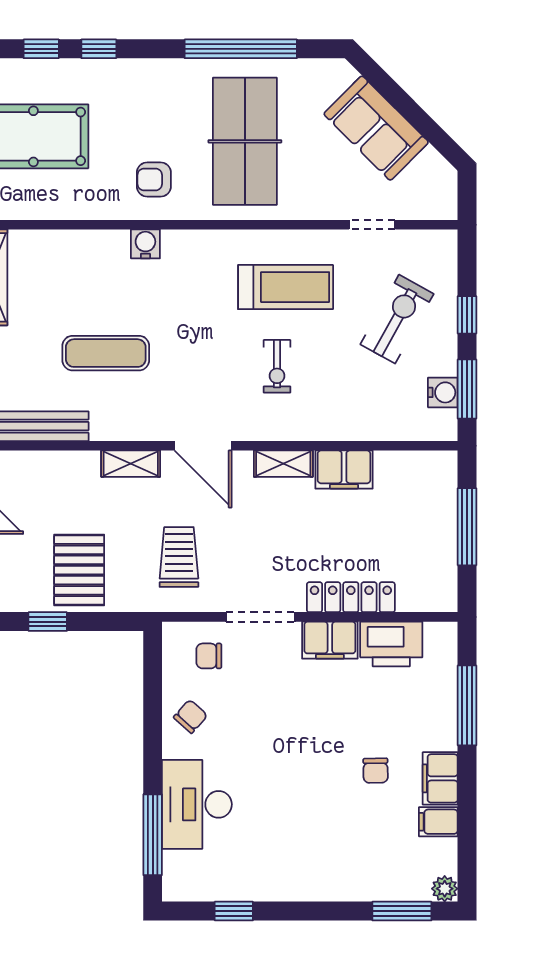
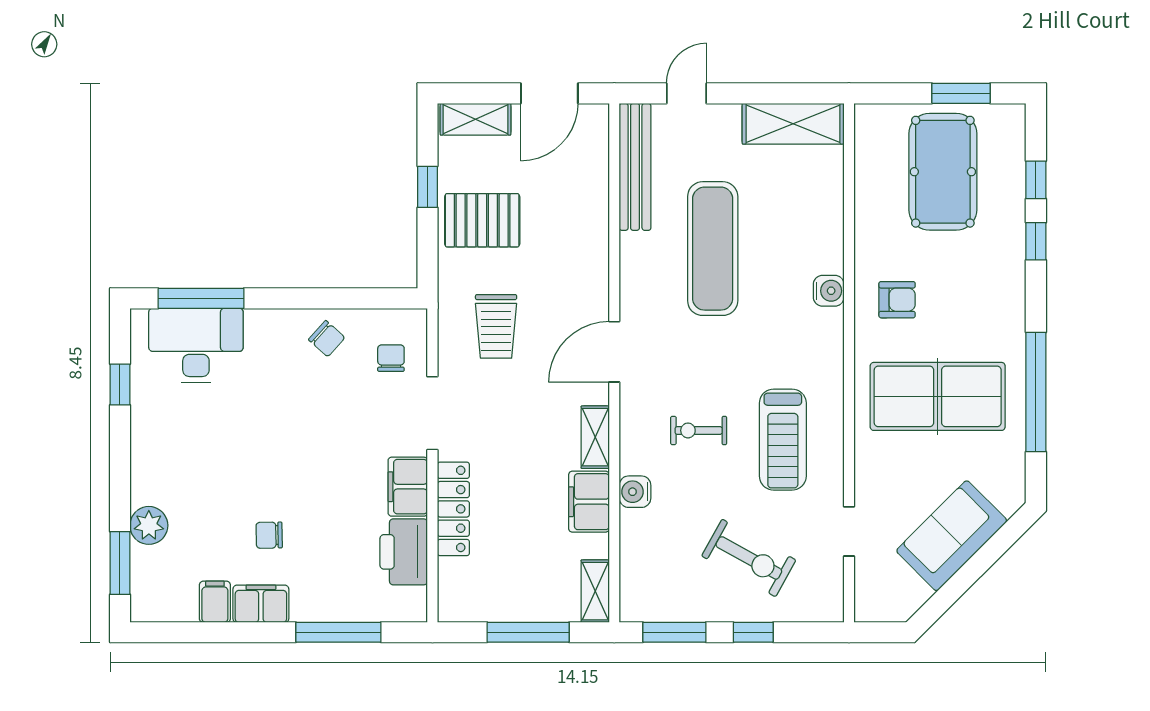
armchair: (154, 179) -> (897, 300), turned 90
exercise mat: (106, 353) -> (713, 249), width x1.36, depth x1.45
water cooler: (443, 392) -> (635, 492), moved, turned 90
shelving: (131, 464) -> (595, 591), moved
trolley: (179, 557) -> (496, 326), turned 90
desk: (197, 804) -> (196, 345), moved
plant: (445, 889) -> (149, 525), moved, width x1.38, depth x1.38

